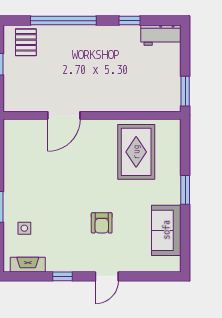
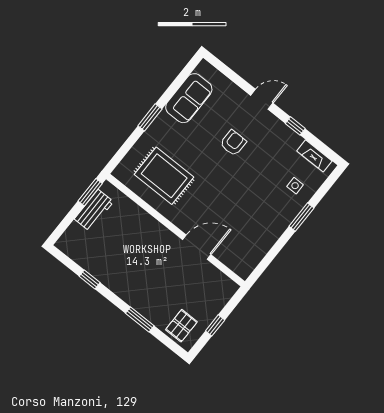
window: (63, 21) -> (140, 319), width x0.47
workbench: (161, 35) -> (94, 210), moved, turned 90
rug: (136, 152) -> (164, 176), turned 90

